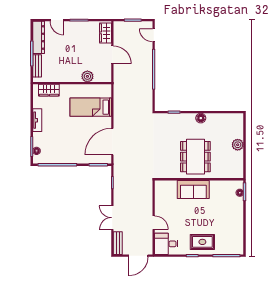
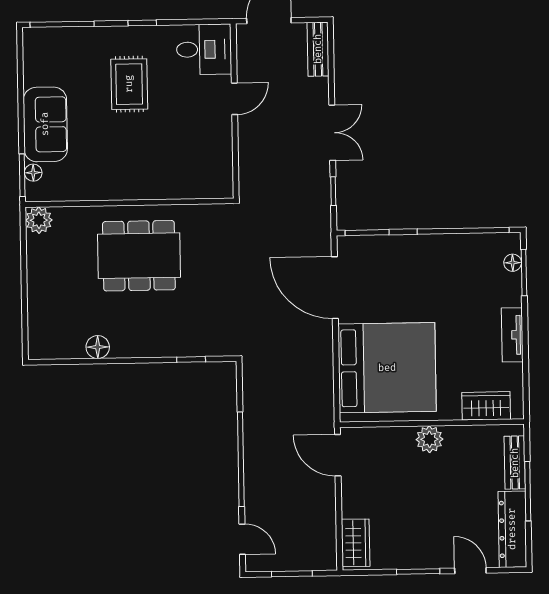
door: (112, 55) -> (338, 455), moved
plant: (87, 76) -> (429, 439), moved
bed: (91, 107) -> (387, 368), width x2.04
floor lamp: (201, 118) -> (98, 347), moved
door: (112, 142) -> (335, 288), swing flipped
plant: (238, 145) -> (39, 220), moved
dining table: (195, 157) -> (139, 256), turned 90
sofa: (193, 189) -> (45, 124), moved, turned 90
double door: (112, 218) -> (332, 133), moved
door: (154, 223) -> (234, 99), swing flipped
rug: (202, 242) -> (129, 84), moved, turned 90

